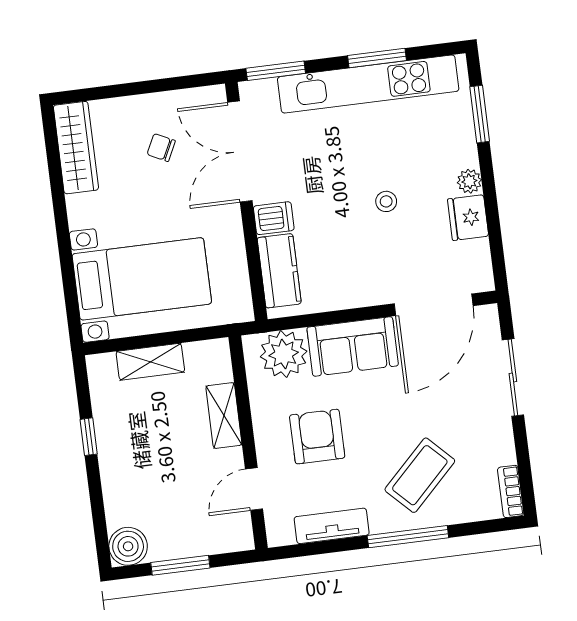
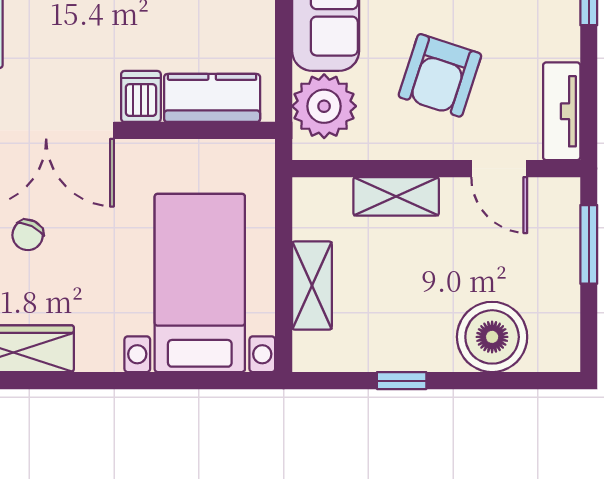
armchair: (317, 437) -> (440, 75), turned -72
tv unit: (332, 526) -> (562, 111), moved
boiler: (128, 546) -> (492, 337), moved, width x1.37, depth x1.37
window: (180, 565) -> (589, 244), moved

